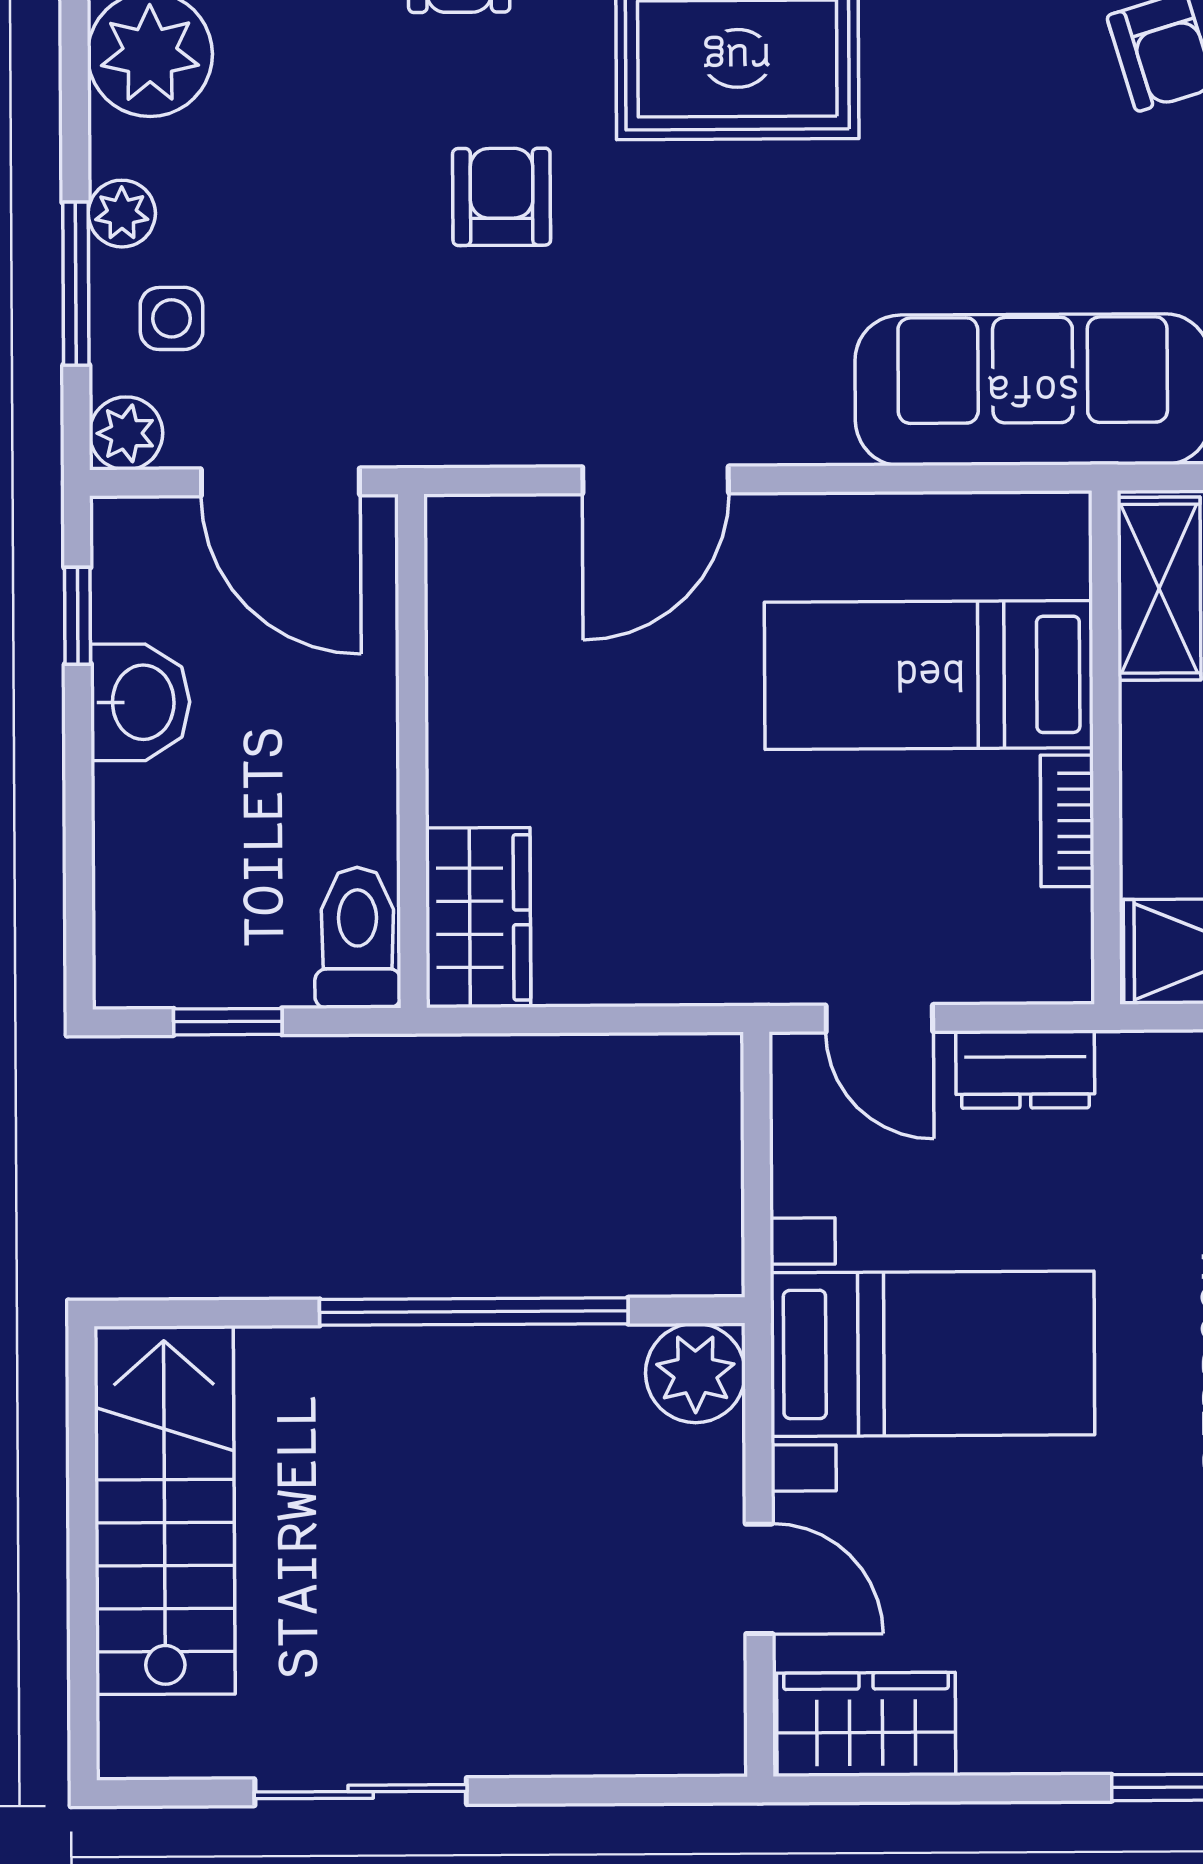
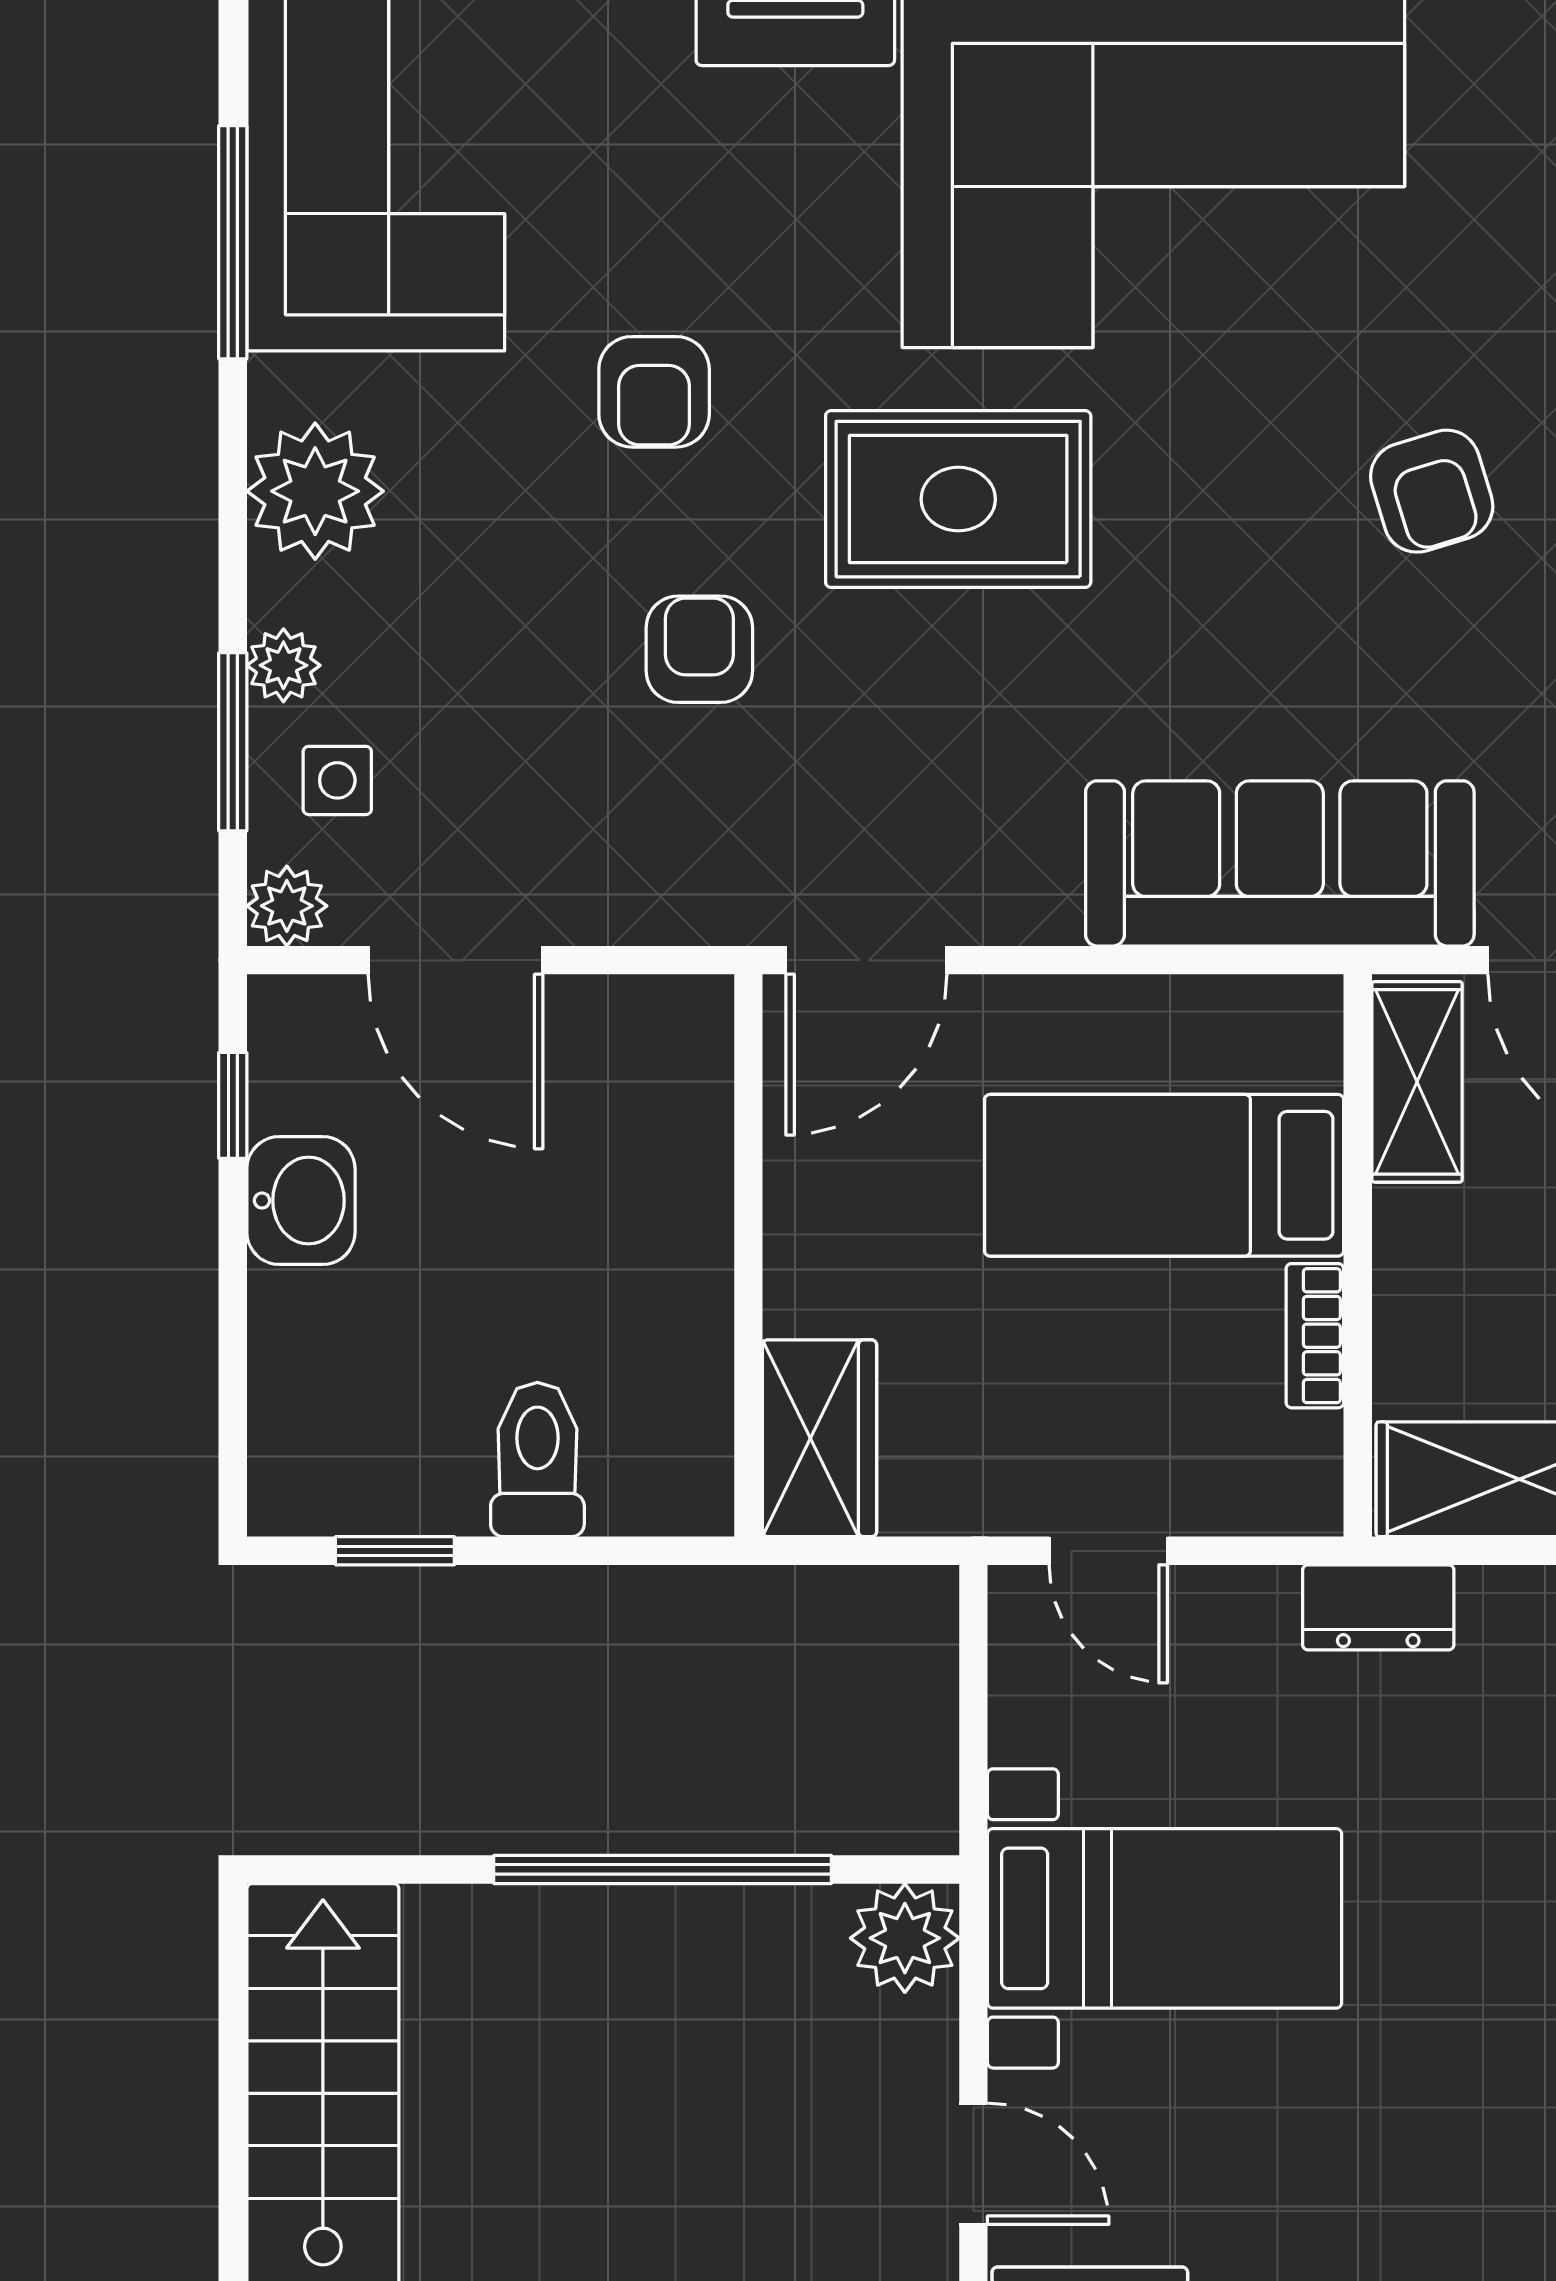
wall: (412, 751) -> (748, 1255), moved
wardrobe: (478, 918) -> (820, 1438), moved
dresser: (1025, 1069) -> (1378, 1607), moved

